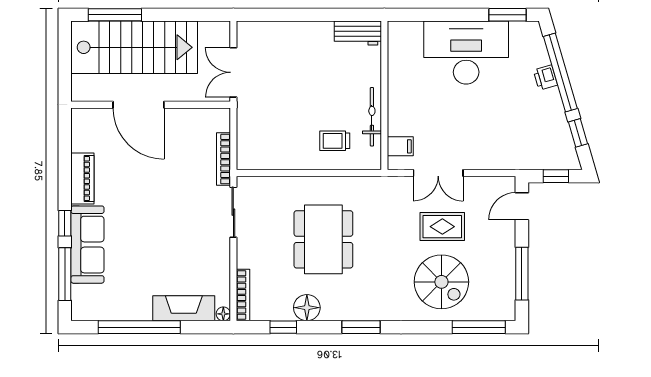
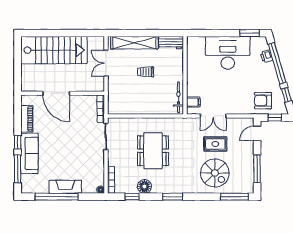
window: (115, 15) -> (44, 33), removed
shelving: (288, 33) -> (134, 43), added
printer: (545, 78) -> (266, 56), moved
door: (139, 105) -> (56, 93), moved
wall: (151, 105) -> (63, 93), moved
bicycle: (372, 117) -> (178, 97), moved
trolley: (335, 141) -> (146, 72), moved
armchair: (533, 144) -> (263, 101), added
fireplace: (184, 308) -> (65, 187), moved

